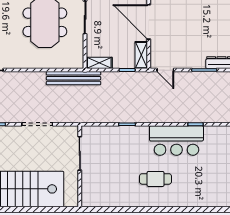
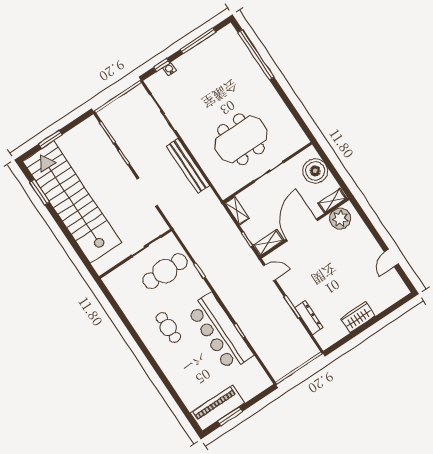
door: (165, 70) -> (269, 273), swing flipped
bench: (74, 78) -> (188, 166), moved
bar counter: (176, 140) -> (220, 332), width x1.36
cafe table: (109, 152) -> (165, 271), added

